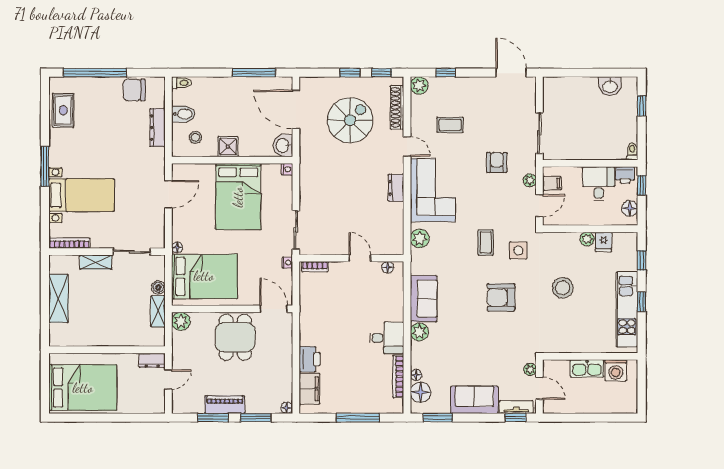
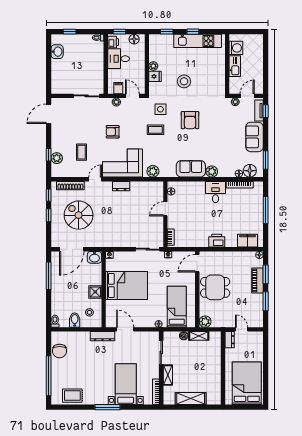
plant: (419, 86) -> (57, 158), moved
dresser: (157, 128) -> (103, 336), moved
armchair: (497, 162) -> (113, 132), moved
fridge: (604, 242) -> (155, 76), moved
bed: (204, 276) -> (177, 307), width x0.67
printer: (310, 359) -> (217, 241), moved
piano: (225, 405) -> (257, 281), moved

